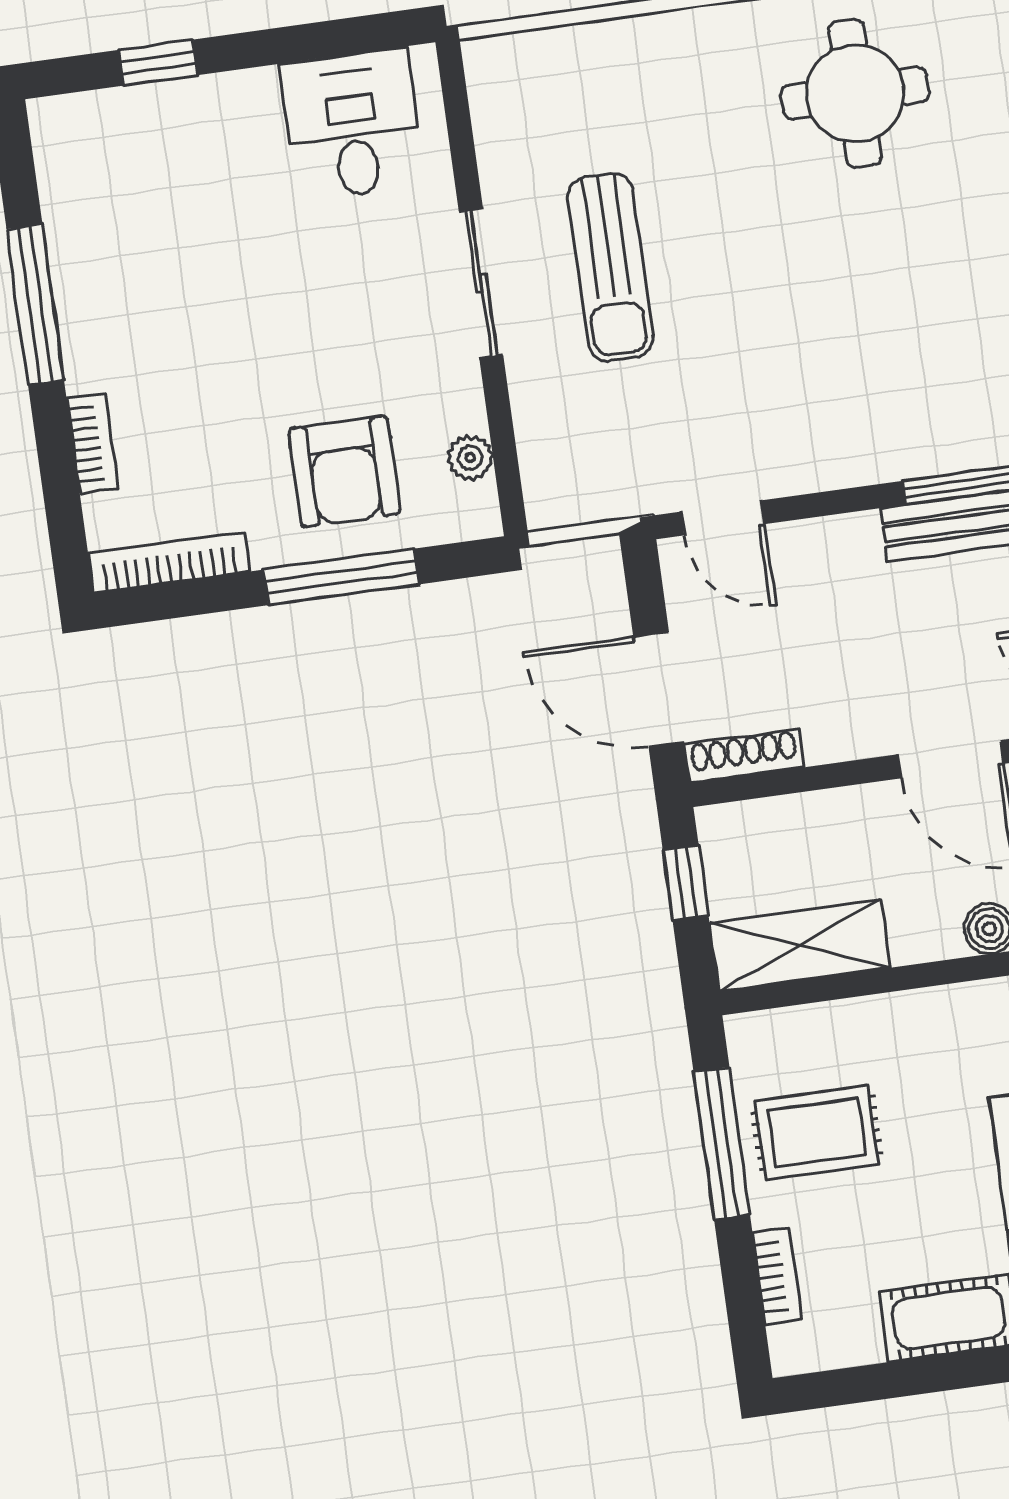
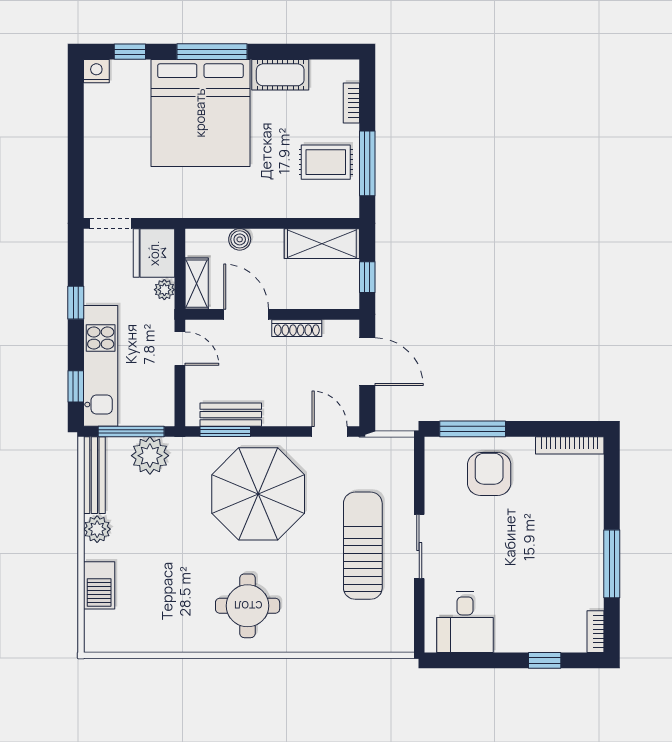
sun lounger: (610, 267) -> (363, 546), width x1.36, depth x1.34
parasol: (866, 352) -> (258, 494), added
bookcase: (92, 443) -> (596, 632), moved
plant: (470, 458) -> (434, 472), removed
window: (341, 577) -> (473, 429), moved
shoe rack: (744, 756) -> (297, 328), moved

